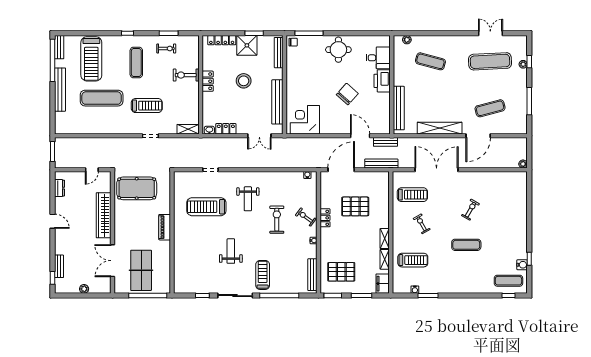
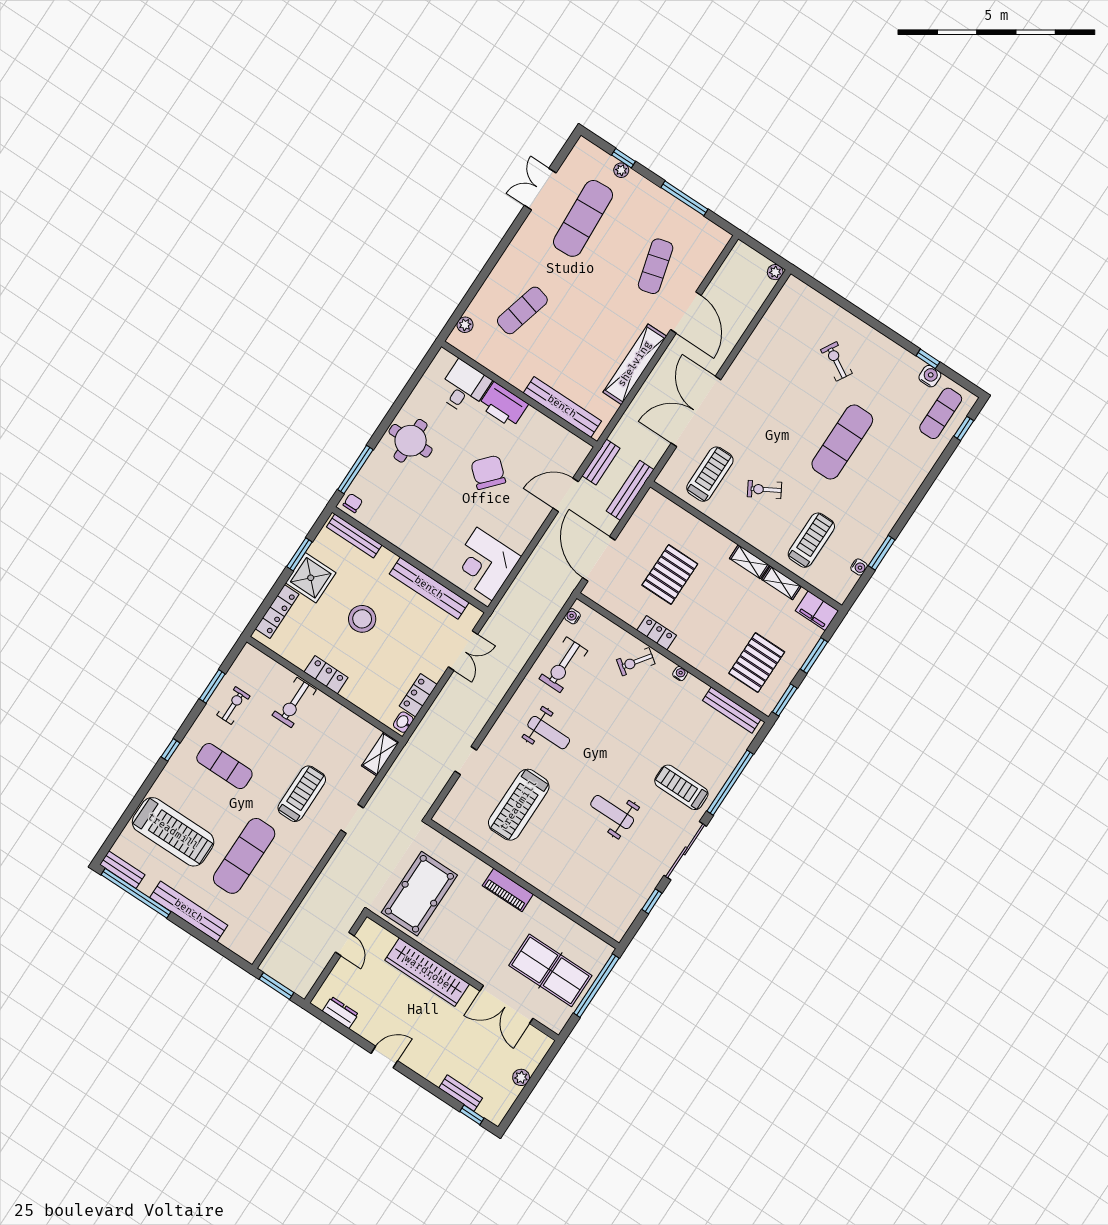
exercise bike: (470, 210) -> (836, 361), moved
exercise bike: (277, 220) -> (563, 665), moved, turned -90
exercise mat: (466, 245) -> (842, 442), width x1.36, depth x1.45

